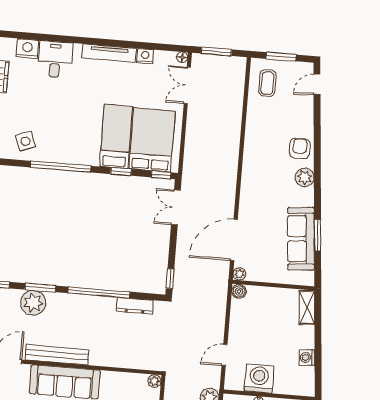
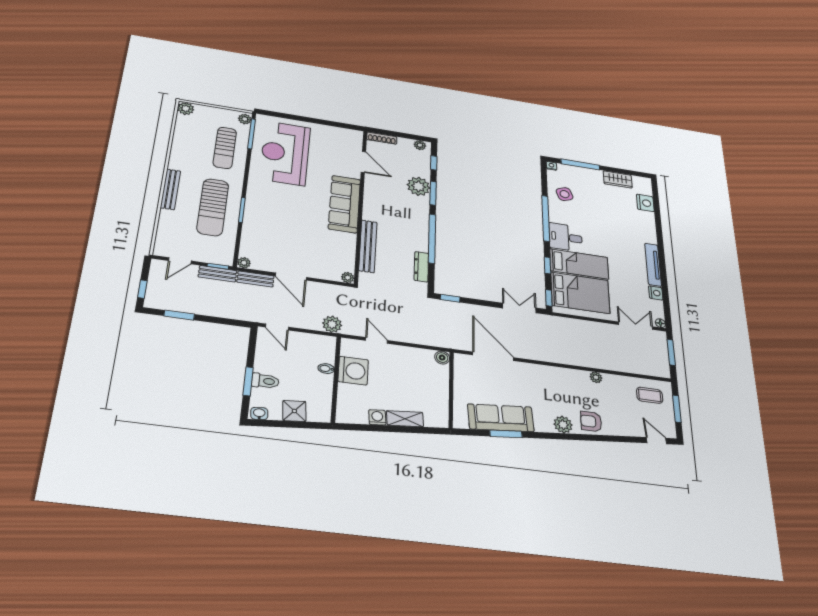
desk: (55, 59) -> (566, 237), moved, turned 180
armchair: (300, 148) -> (591, 421), turned 180
plant: (239, 274) -> (596, 377), moved
shelving: (307, 308) -> (405, 419), moved
bench: (57, 355) -> (368, 246), moved

